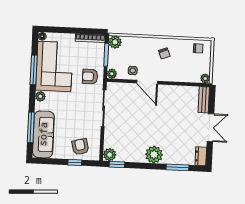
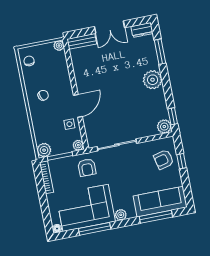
double door: (210, 128) -> (109, 27), swing flipped

